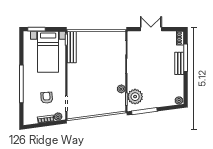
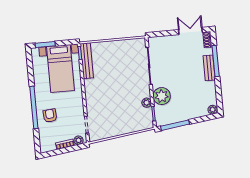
double door: (151, 29) -> (190, 31), moved
plant: (135, 97) -> (162, 96), moved
armchair: (47, 98) -> (50, 116), moved

